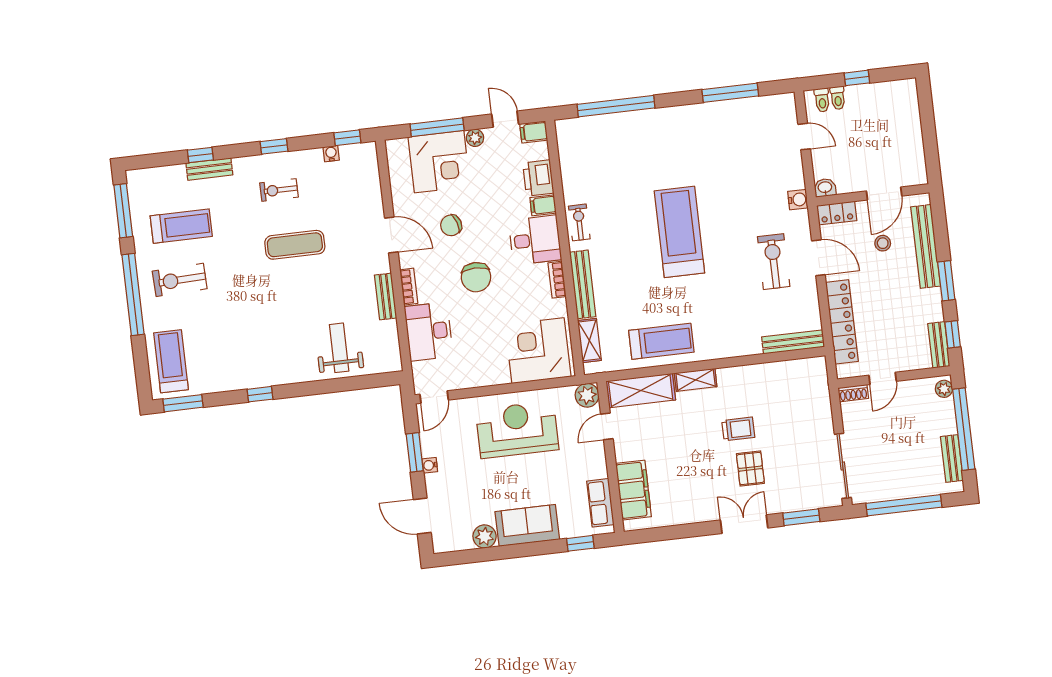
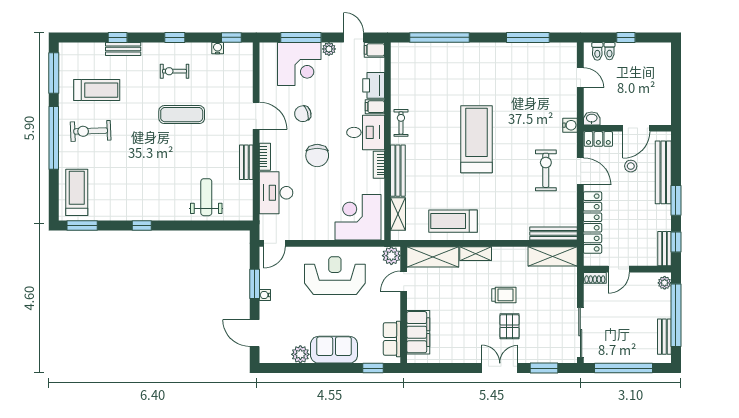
treadmill: (661, 341) -> (453, 221), turned 180
shelving: (795, 372) -> (553, 256), added

